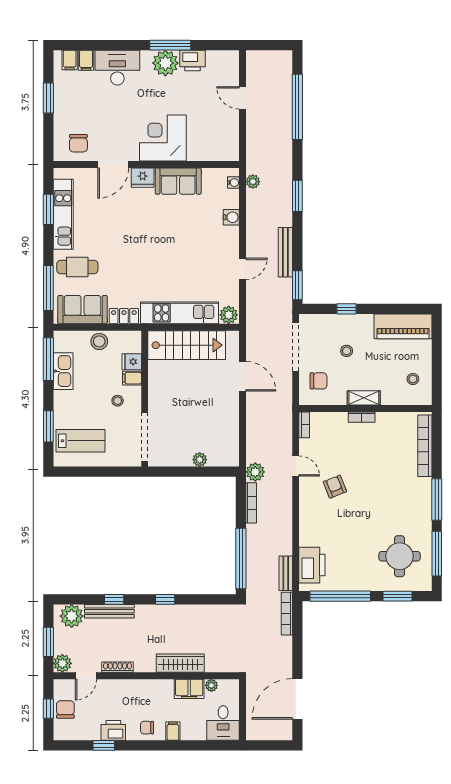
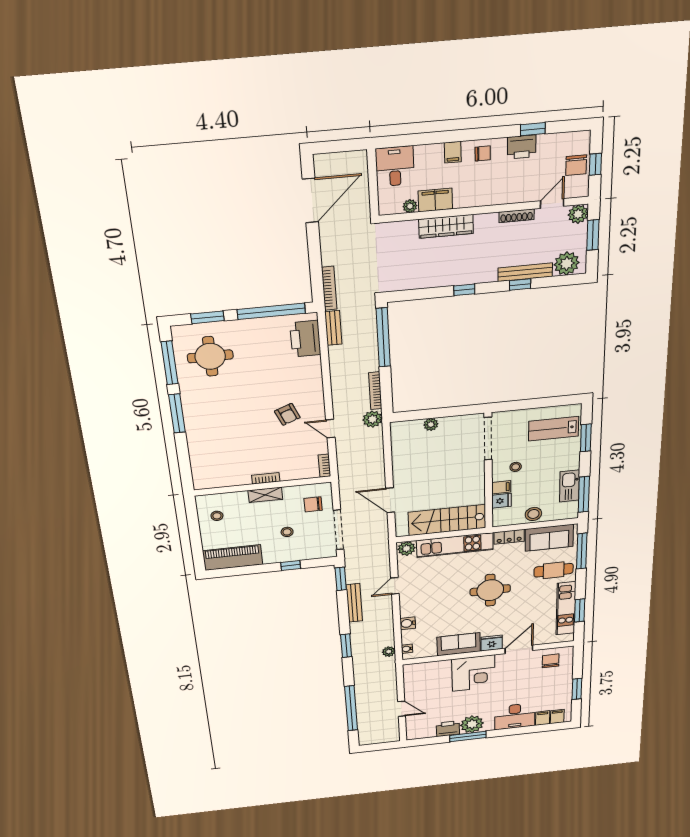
round table: (144, 250) -> (490, 590), added
bookcase: (425, 446) -> (197, 460), removed

